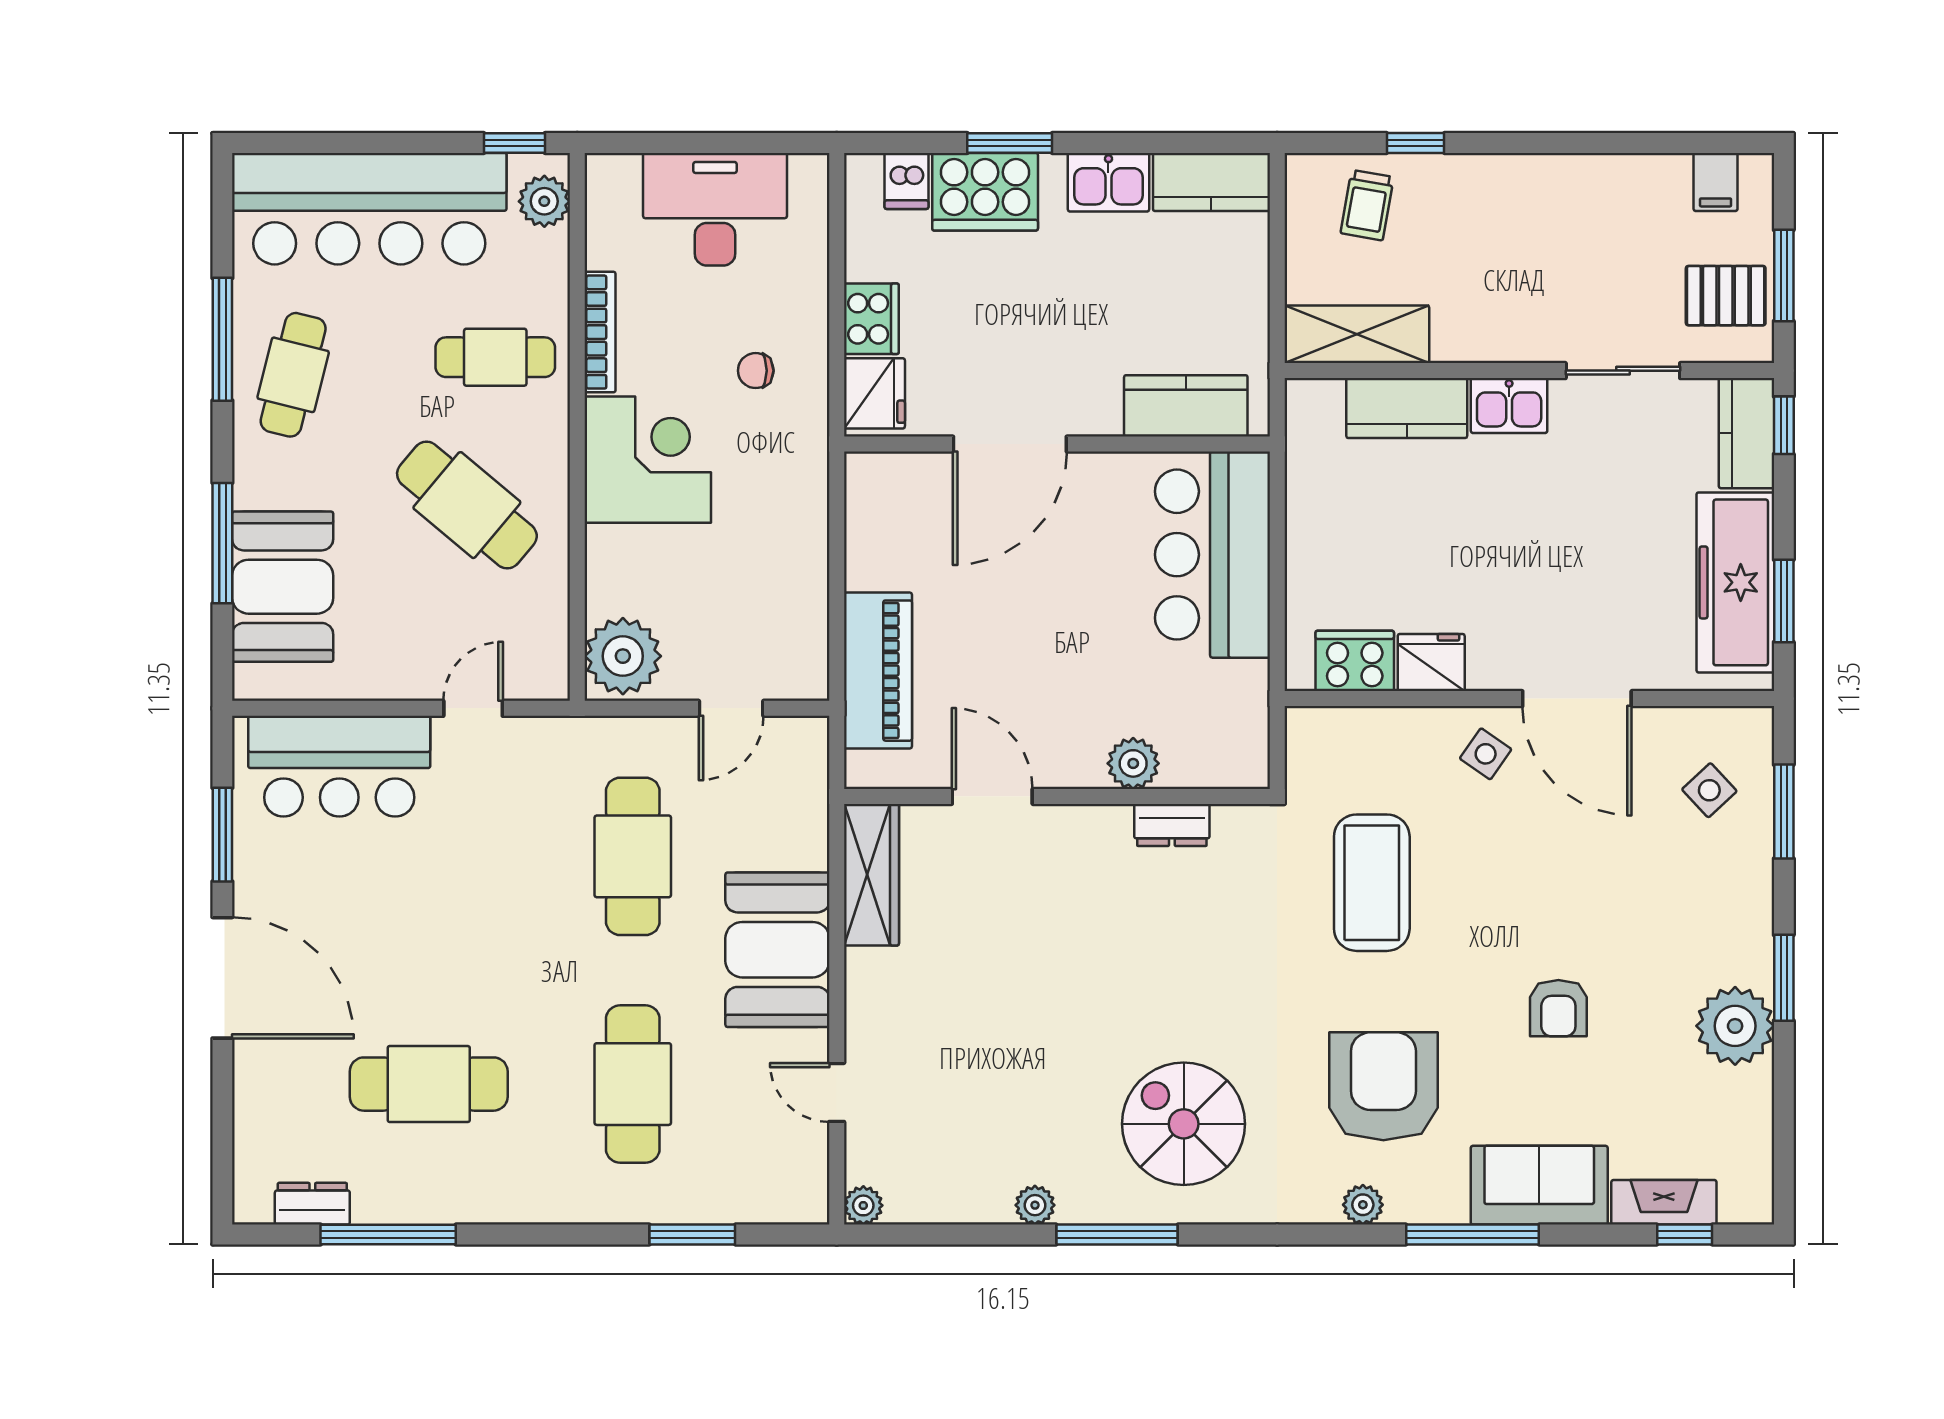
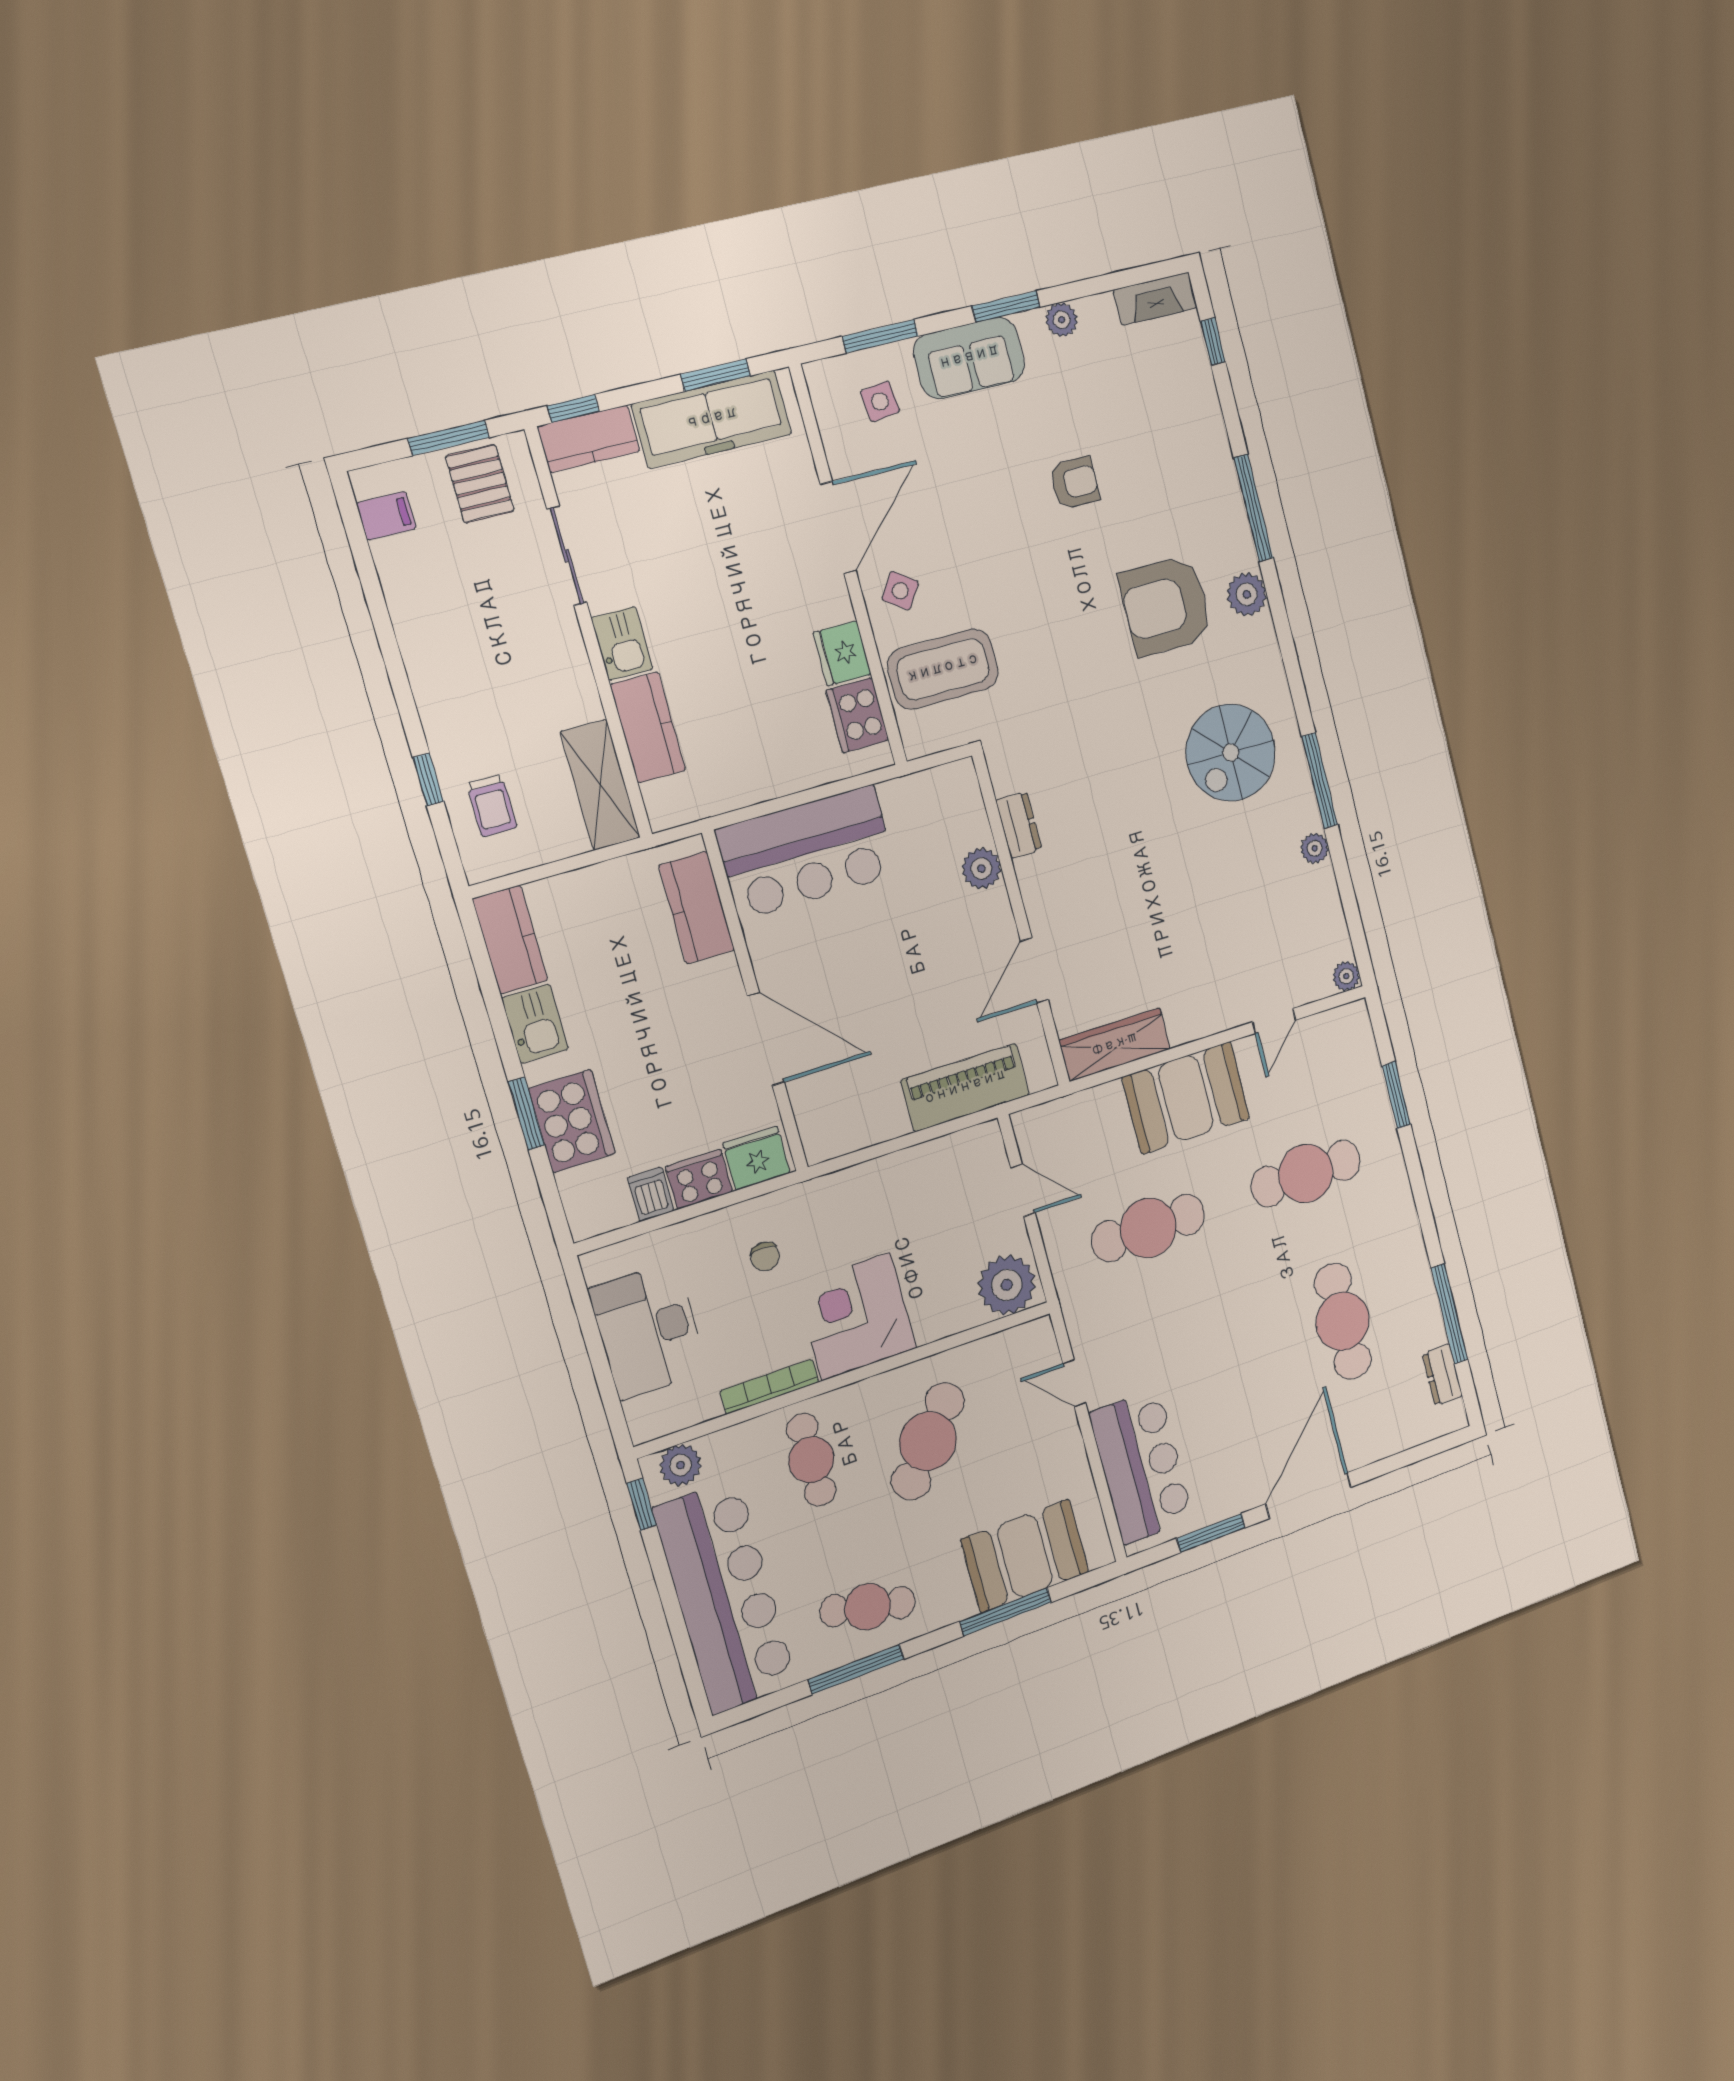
dishwasher: (907, 181) -> (651, 1194), moved, turned -90
trolley: (1367, 205) -> (492, 806), turned 80
side table: (1709, 790) -> (880, 401), turned 36
coffee table: (1372, 883) -> (943, 669), moved
plant: (1735, 1026) -> (1062, 320), width x0.53, depth x0.53
sofa: (1539, 1185) -> (969, 358), moved, turned -90
fireplace: (1664, 1202) -> (1155, 299), moved, turned -90
plant: (1363, 1205) -> (1247, 594), width x1.38, depth x1.38

